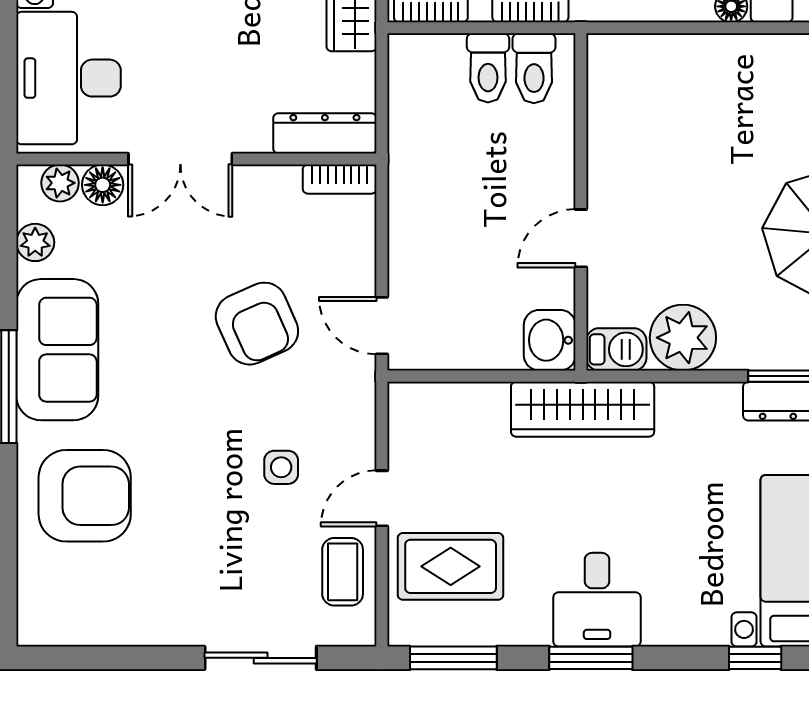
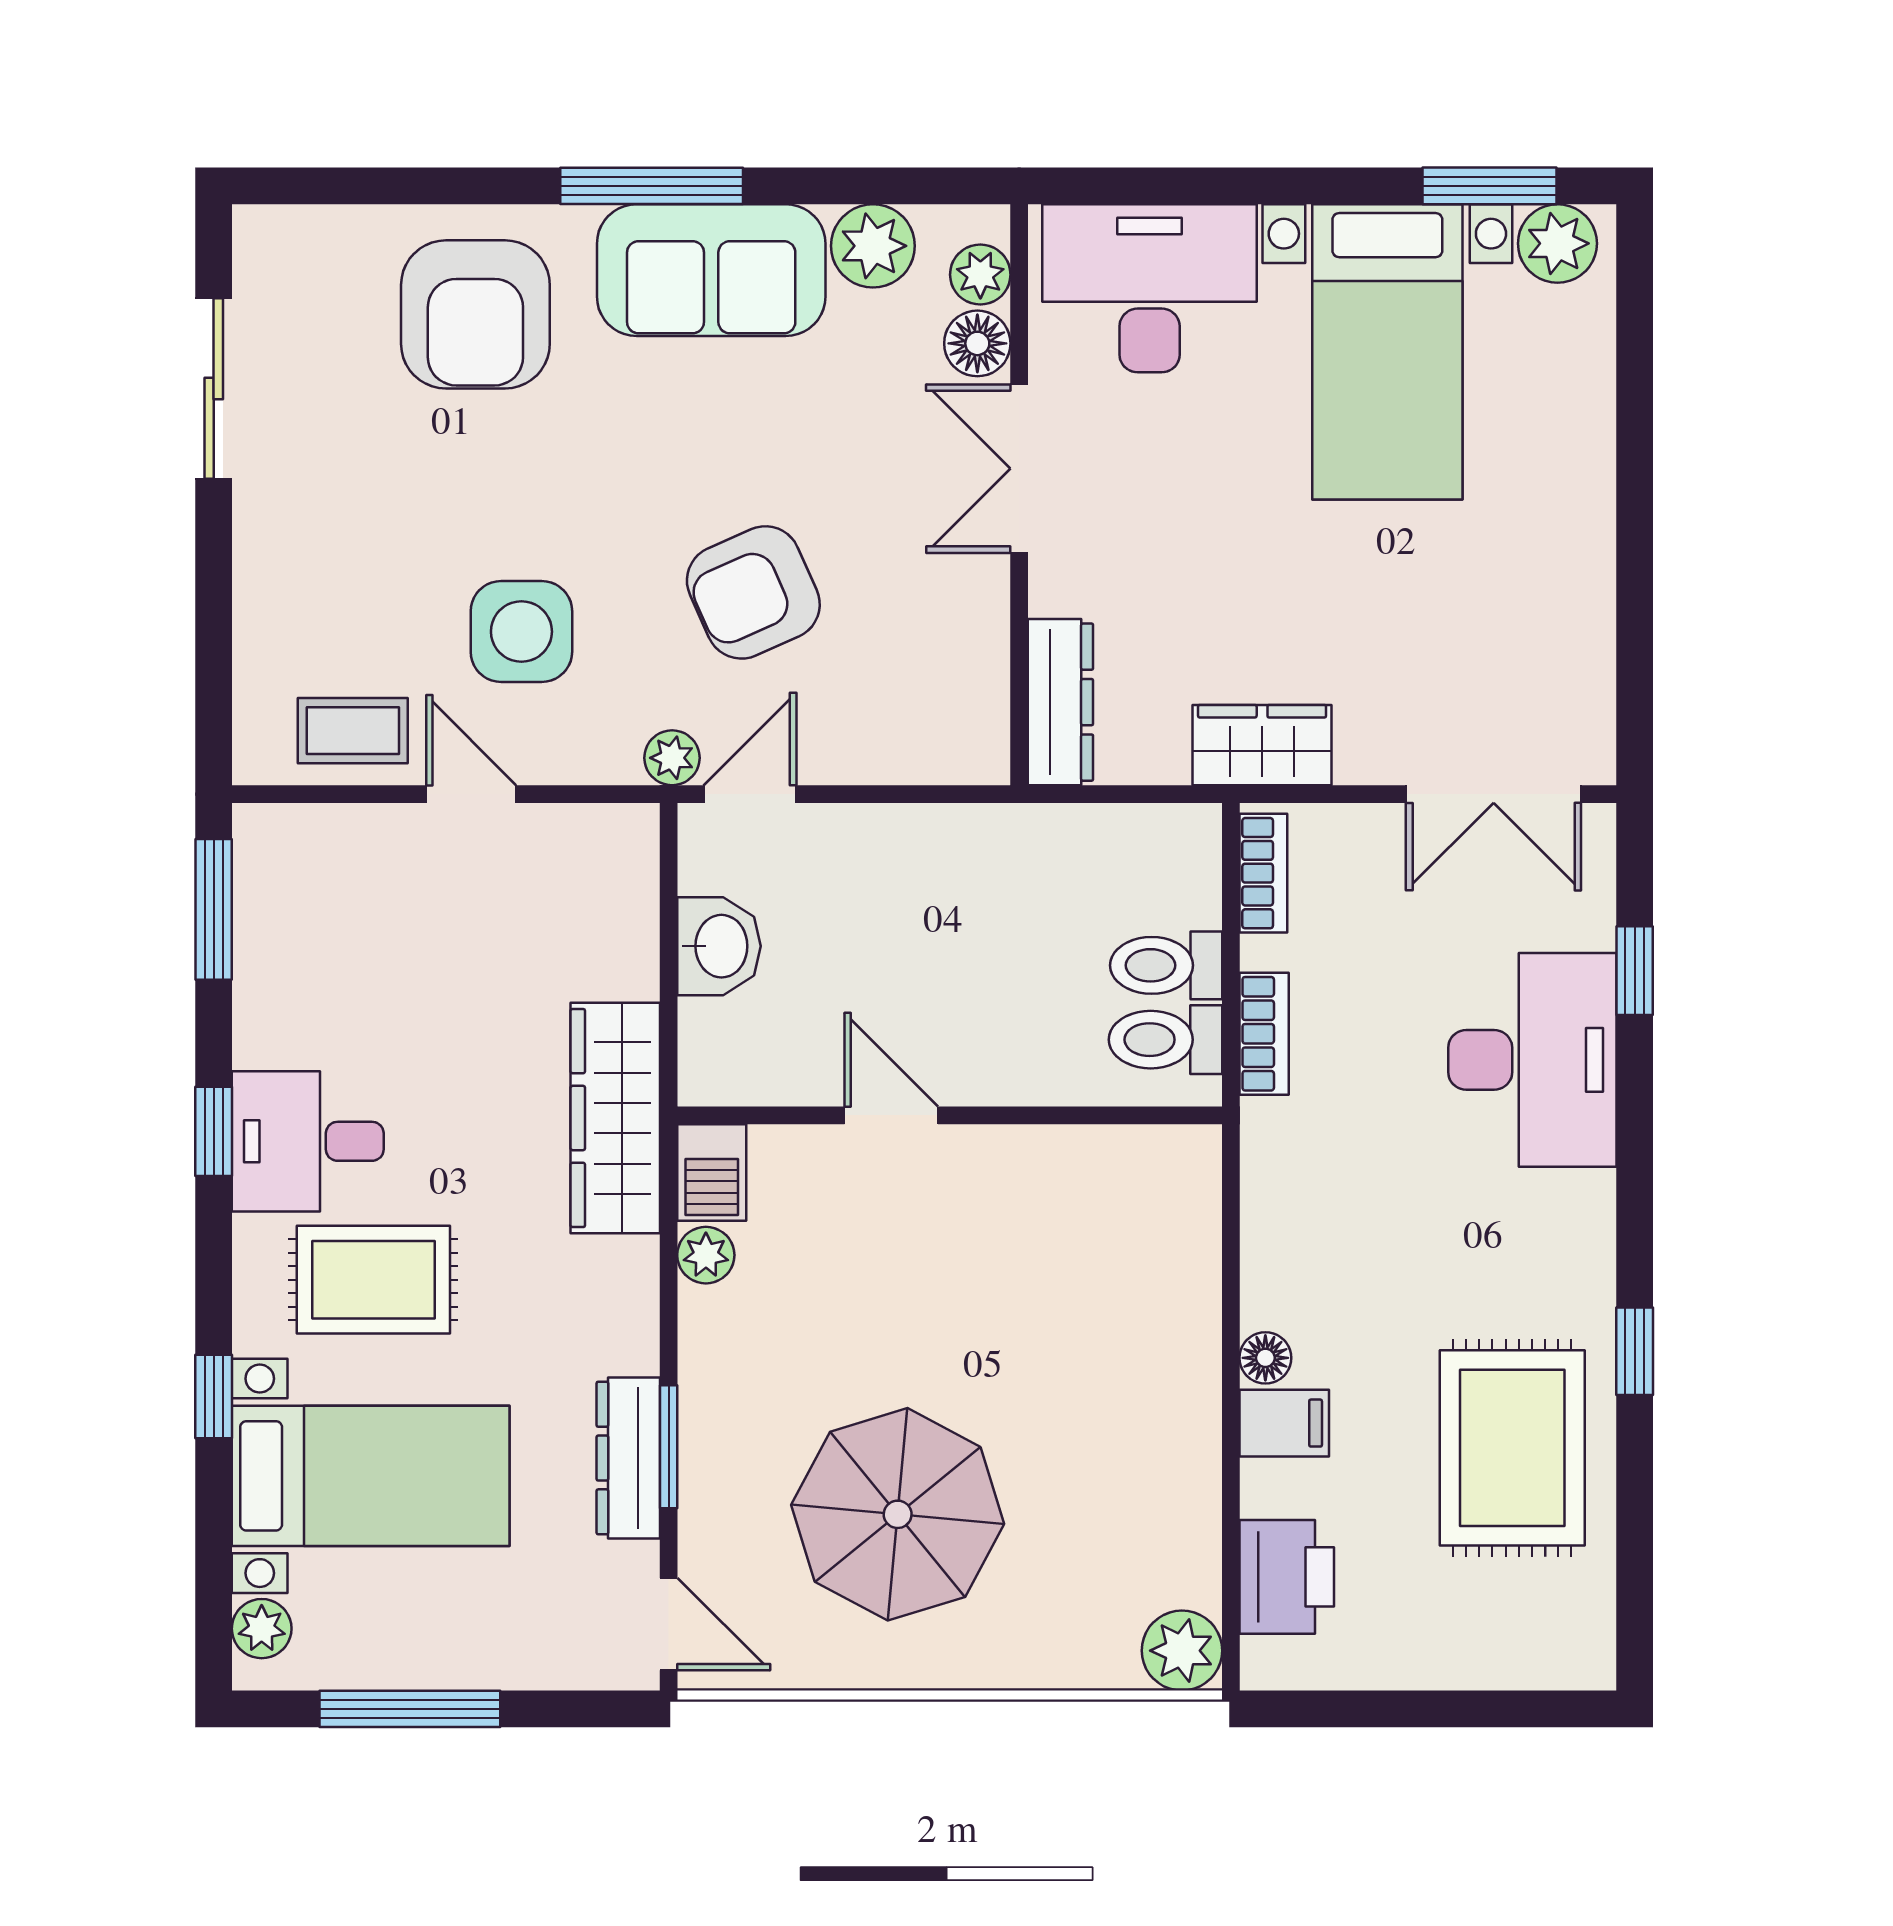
bookcase: (340, 179) -> (987, 726), removed
plant: (35, 242) -> (873, 246), width x1.38, depth x1.38
plant: (683, 338) -> (706, 1255), width x0.53, depth x0.53
washbasin: (550, 340) -> (719, 946), moved, turned 90
plant: (359, 374) -> (672, 758), added
side table: (281, 467) -> (521, 632), width x1.87, depth x1.87
rug: (451, 566) -> (373, 1280), moved, turned 90
sliding door: (261, 658) -> (214, 389), moved
window: (591, 658) -> (214, 1131), width x0.67

